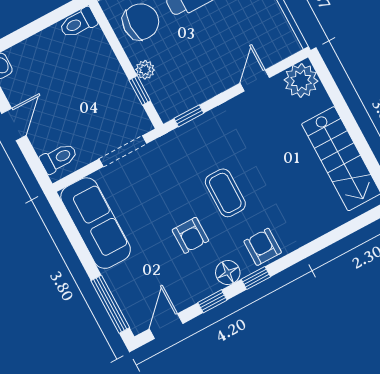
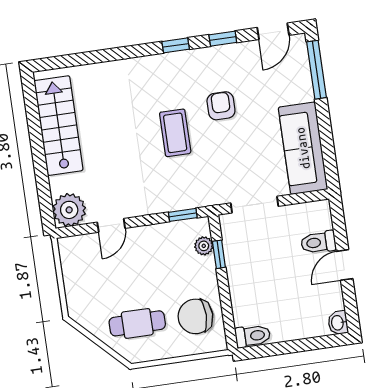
plant: (145, 70) -> (204, 246), moved
toilet: (59, 158) -> (318, 242), moved
armchair: (263, 247) -> (159, 71), removed
floor lamp: (228, 273) -> (199, 60), removed

